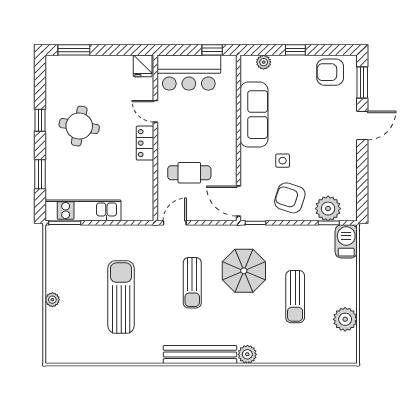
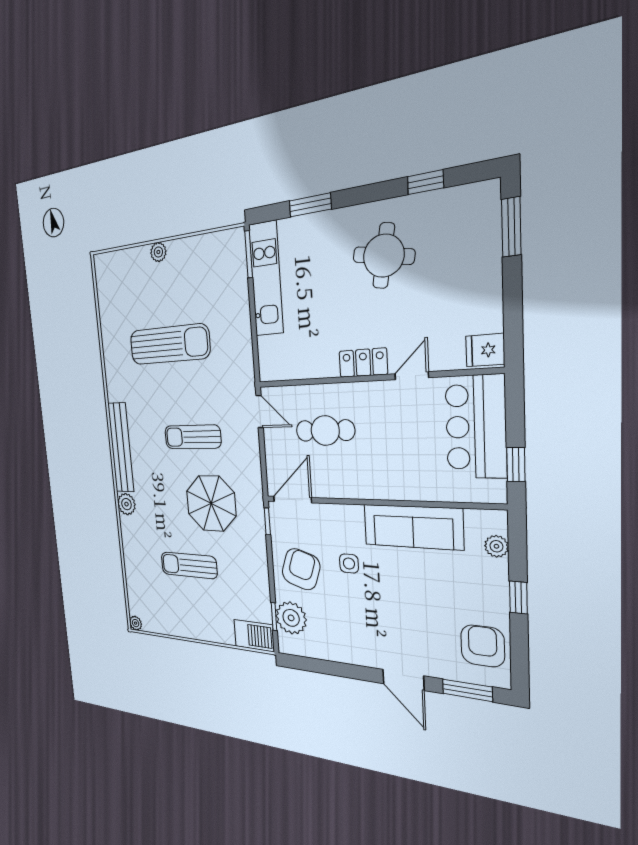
window: (40, 120) -> (425, 182), moved
cafe table: (189, 173) -> (325, 431), turned 90
plant: (345, 319) -> (136, 623), moved, width x0.53, depth x0.53

